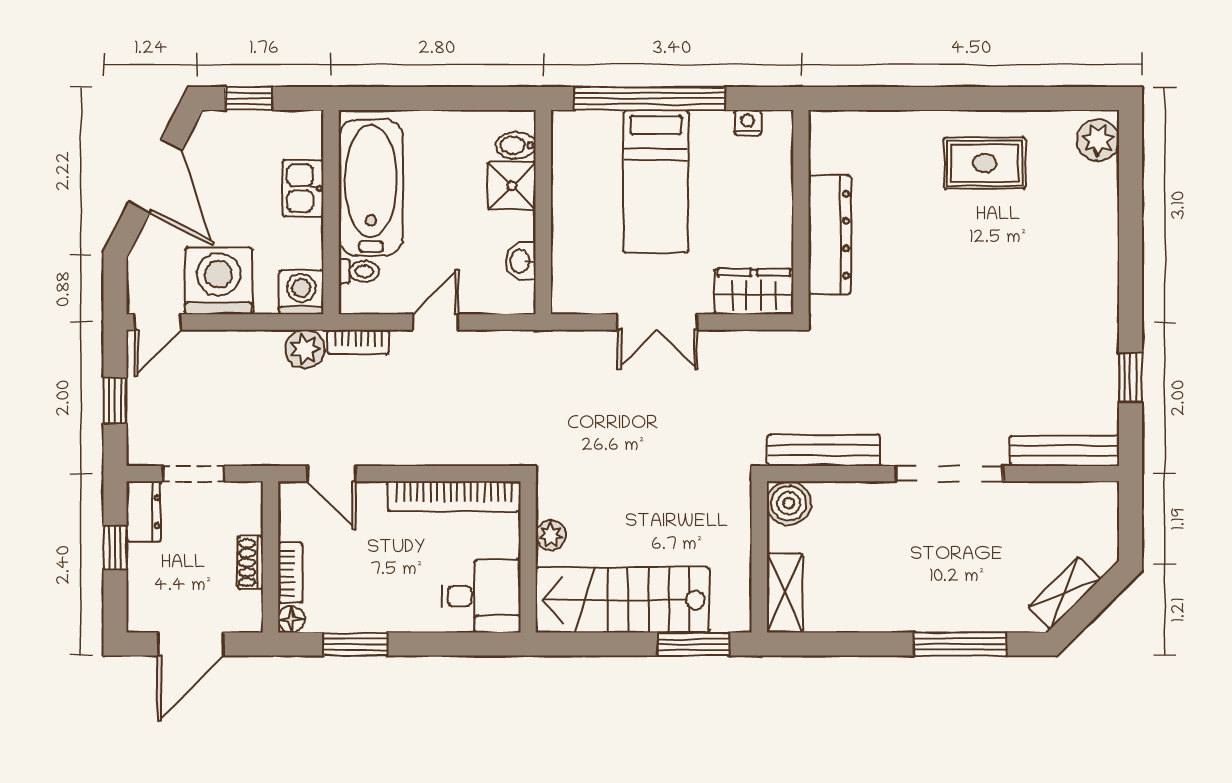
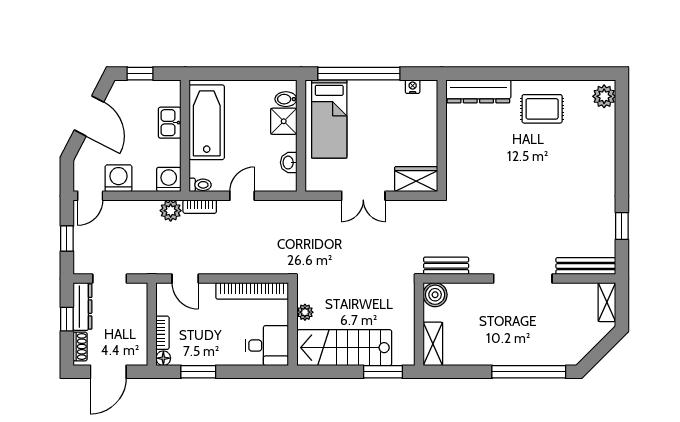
bed: (656, 181) -> (329, 119), moved
dresser: (830, 235) -> (478, 91), moved, turned 90
toilet: (359, 271) -> (200, 185), moved
washing machine: (219, 281) -> (119, 178), width x0.73, depth x0.73
bench: (824, 450) -> (446, 266), width x0.73
dresser: (144, 512) -> (82, 307), width x1.44
shoe rack: (250, 563) -> (80, 347), moved, turned 180
shelving: (1064, 593) -> (607, 302), moved, turned -45
window: (960, 644) -> (529, 372), width x1.46

